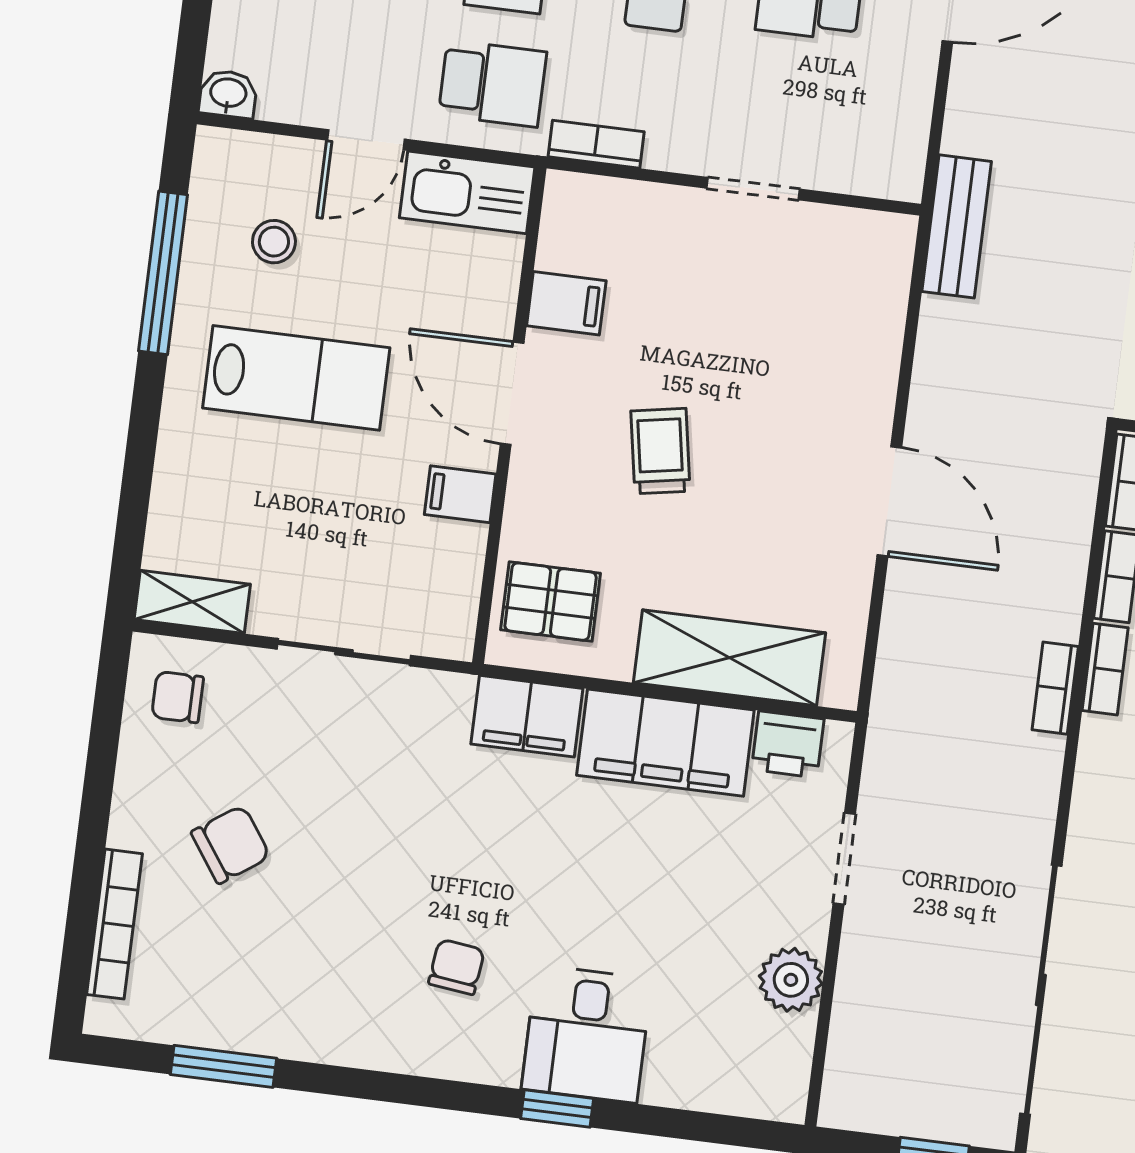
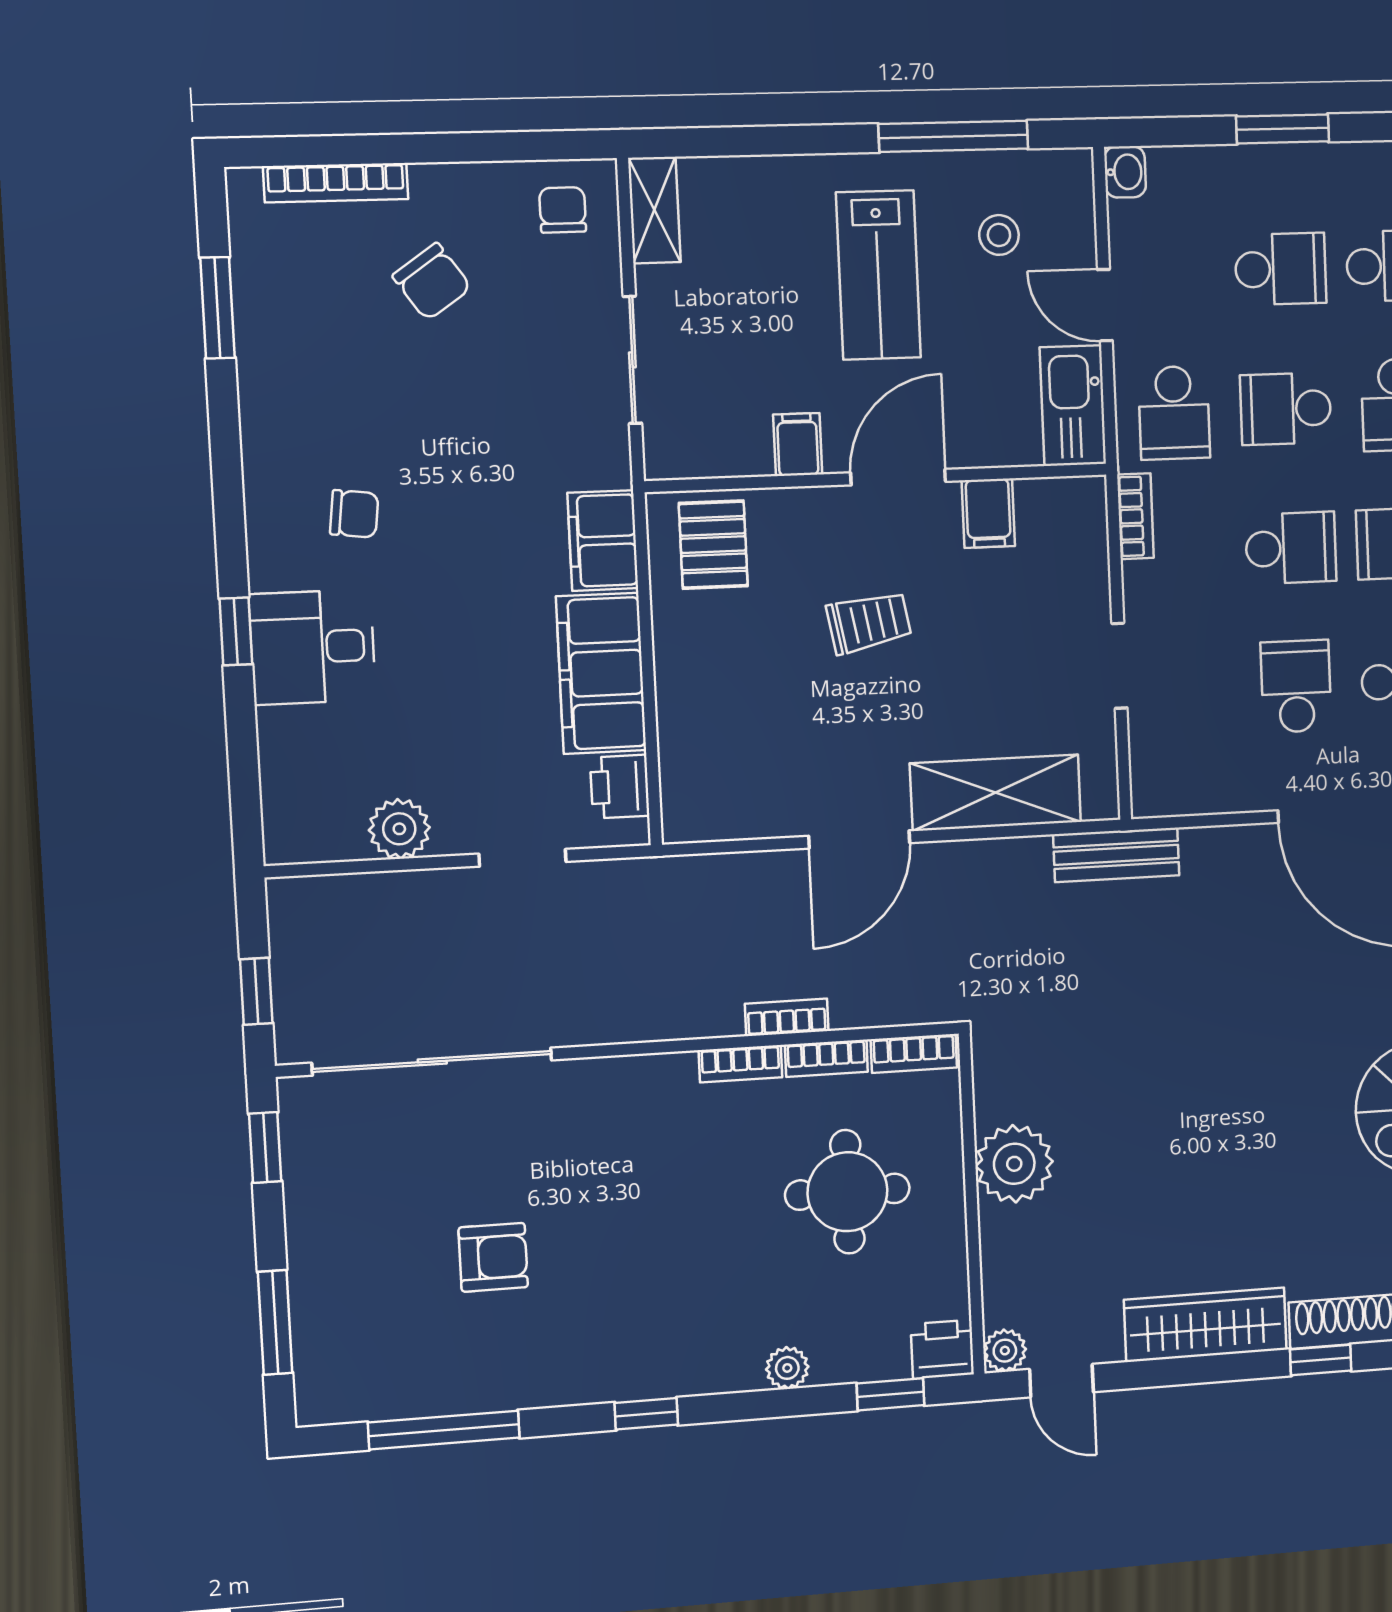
shelving: (729, 658) -> (996, 793), moved, turned 90
bookcase: (1055, 688) -> (787, 1017), moved

